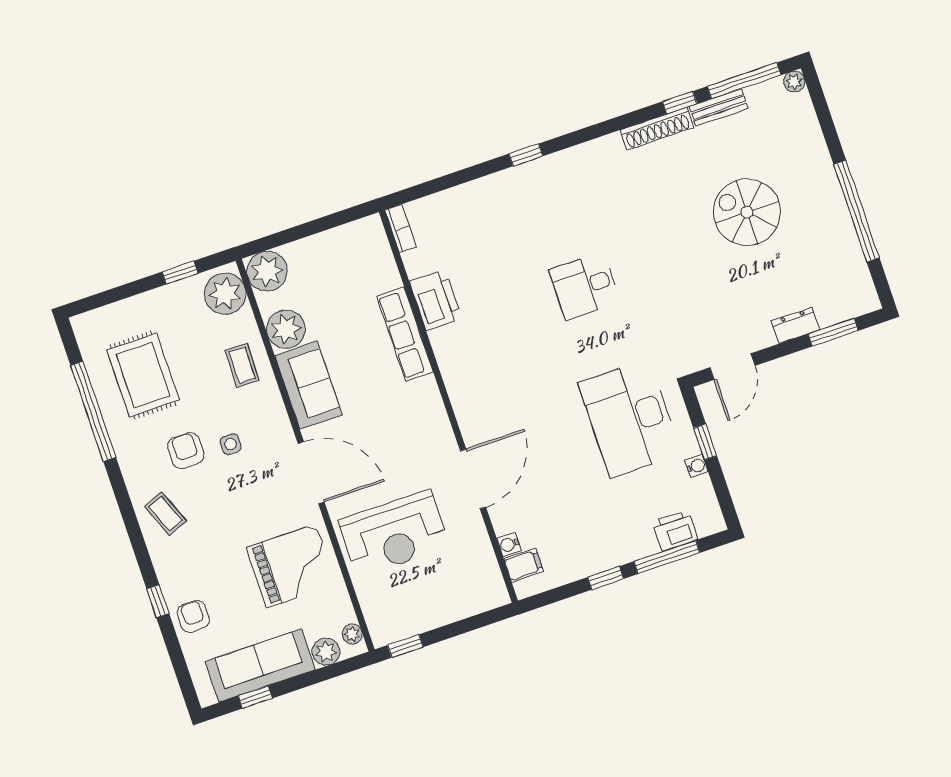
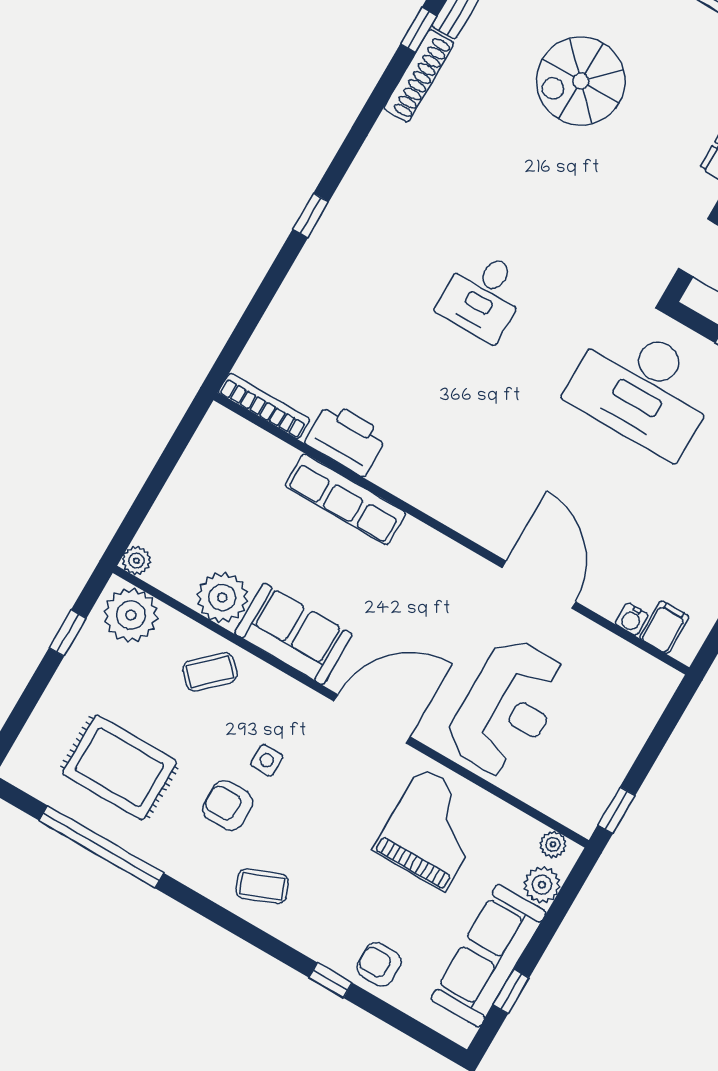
bookcase: (401, 228) -> (264, 406), width x1.56
plant: (267, 271) -> (136, 561), width x0.53, depth x0.53
coffee table: (242, 365) -> (210, 672), turned -45

